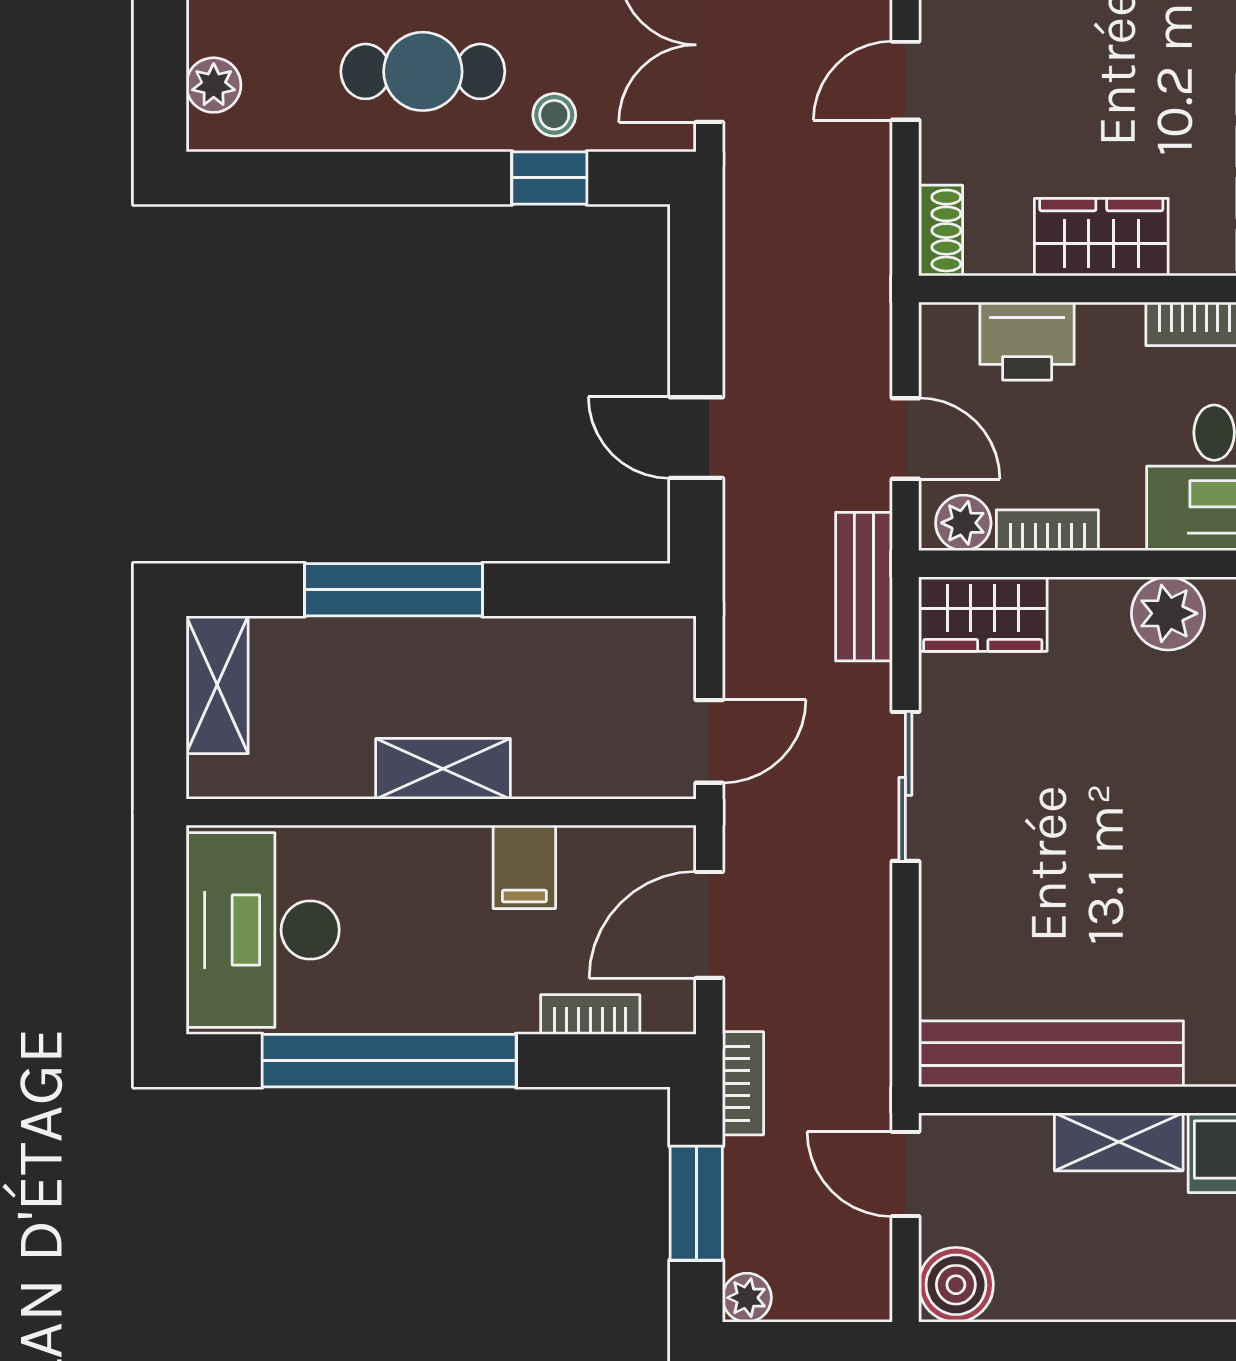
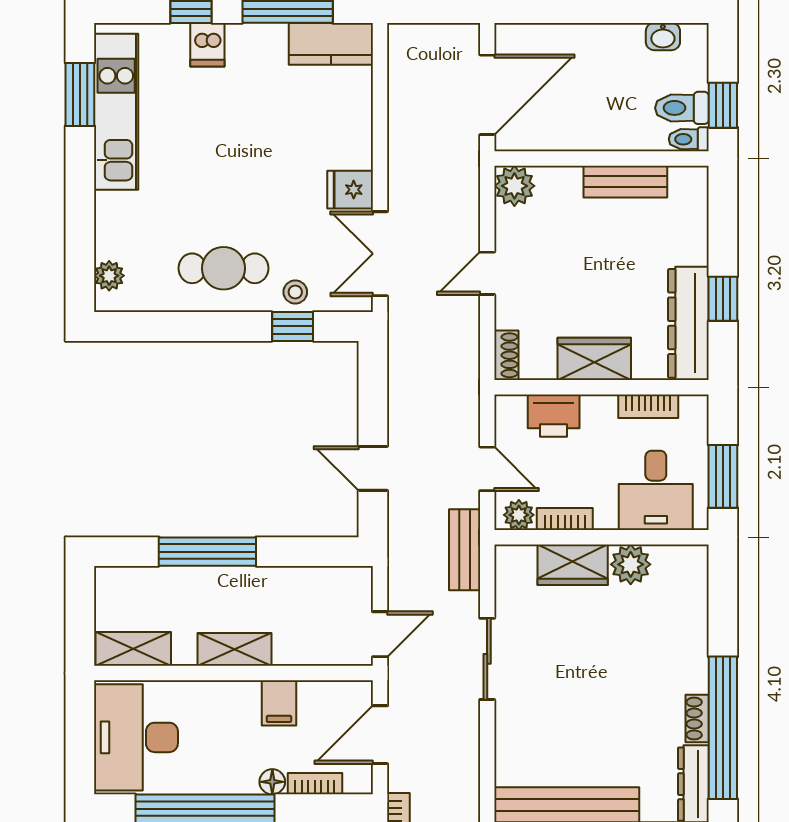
wardrobe: (983, 614) -> (573, 565), moved
shelving: (217, 685) -> (133, 649), moved, turned 90
floor lamp: (512, 1011) -> (272, 782), added

